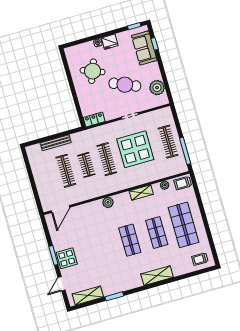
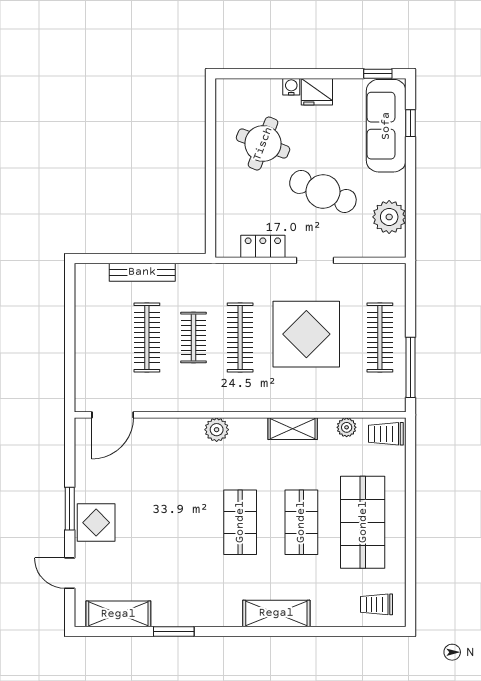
sofa: (144, 48) -> (386, 126), width x1.36
locker: (94, 119) -> (263, 246), moved
door: (61, 284) -> (70, 573), hinge flipped

